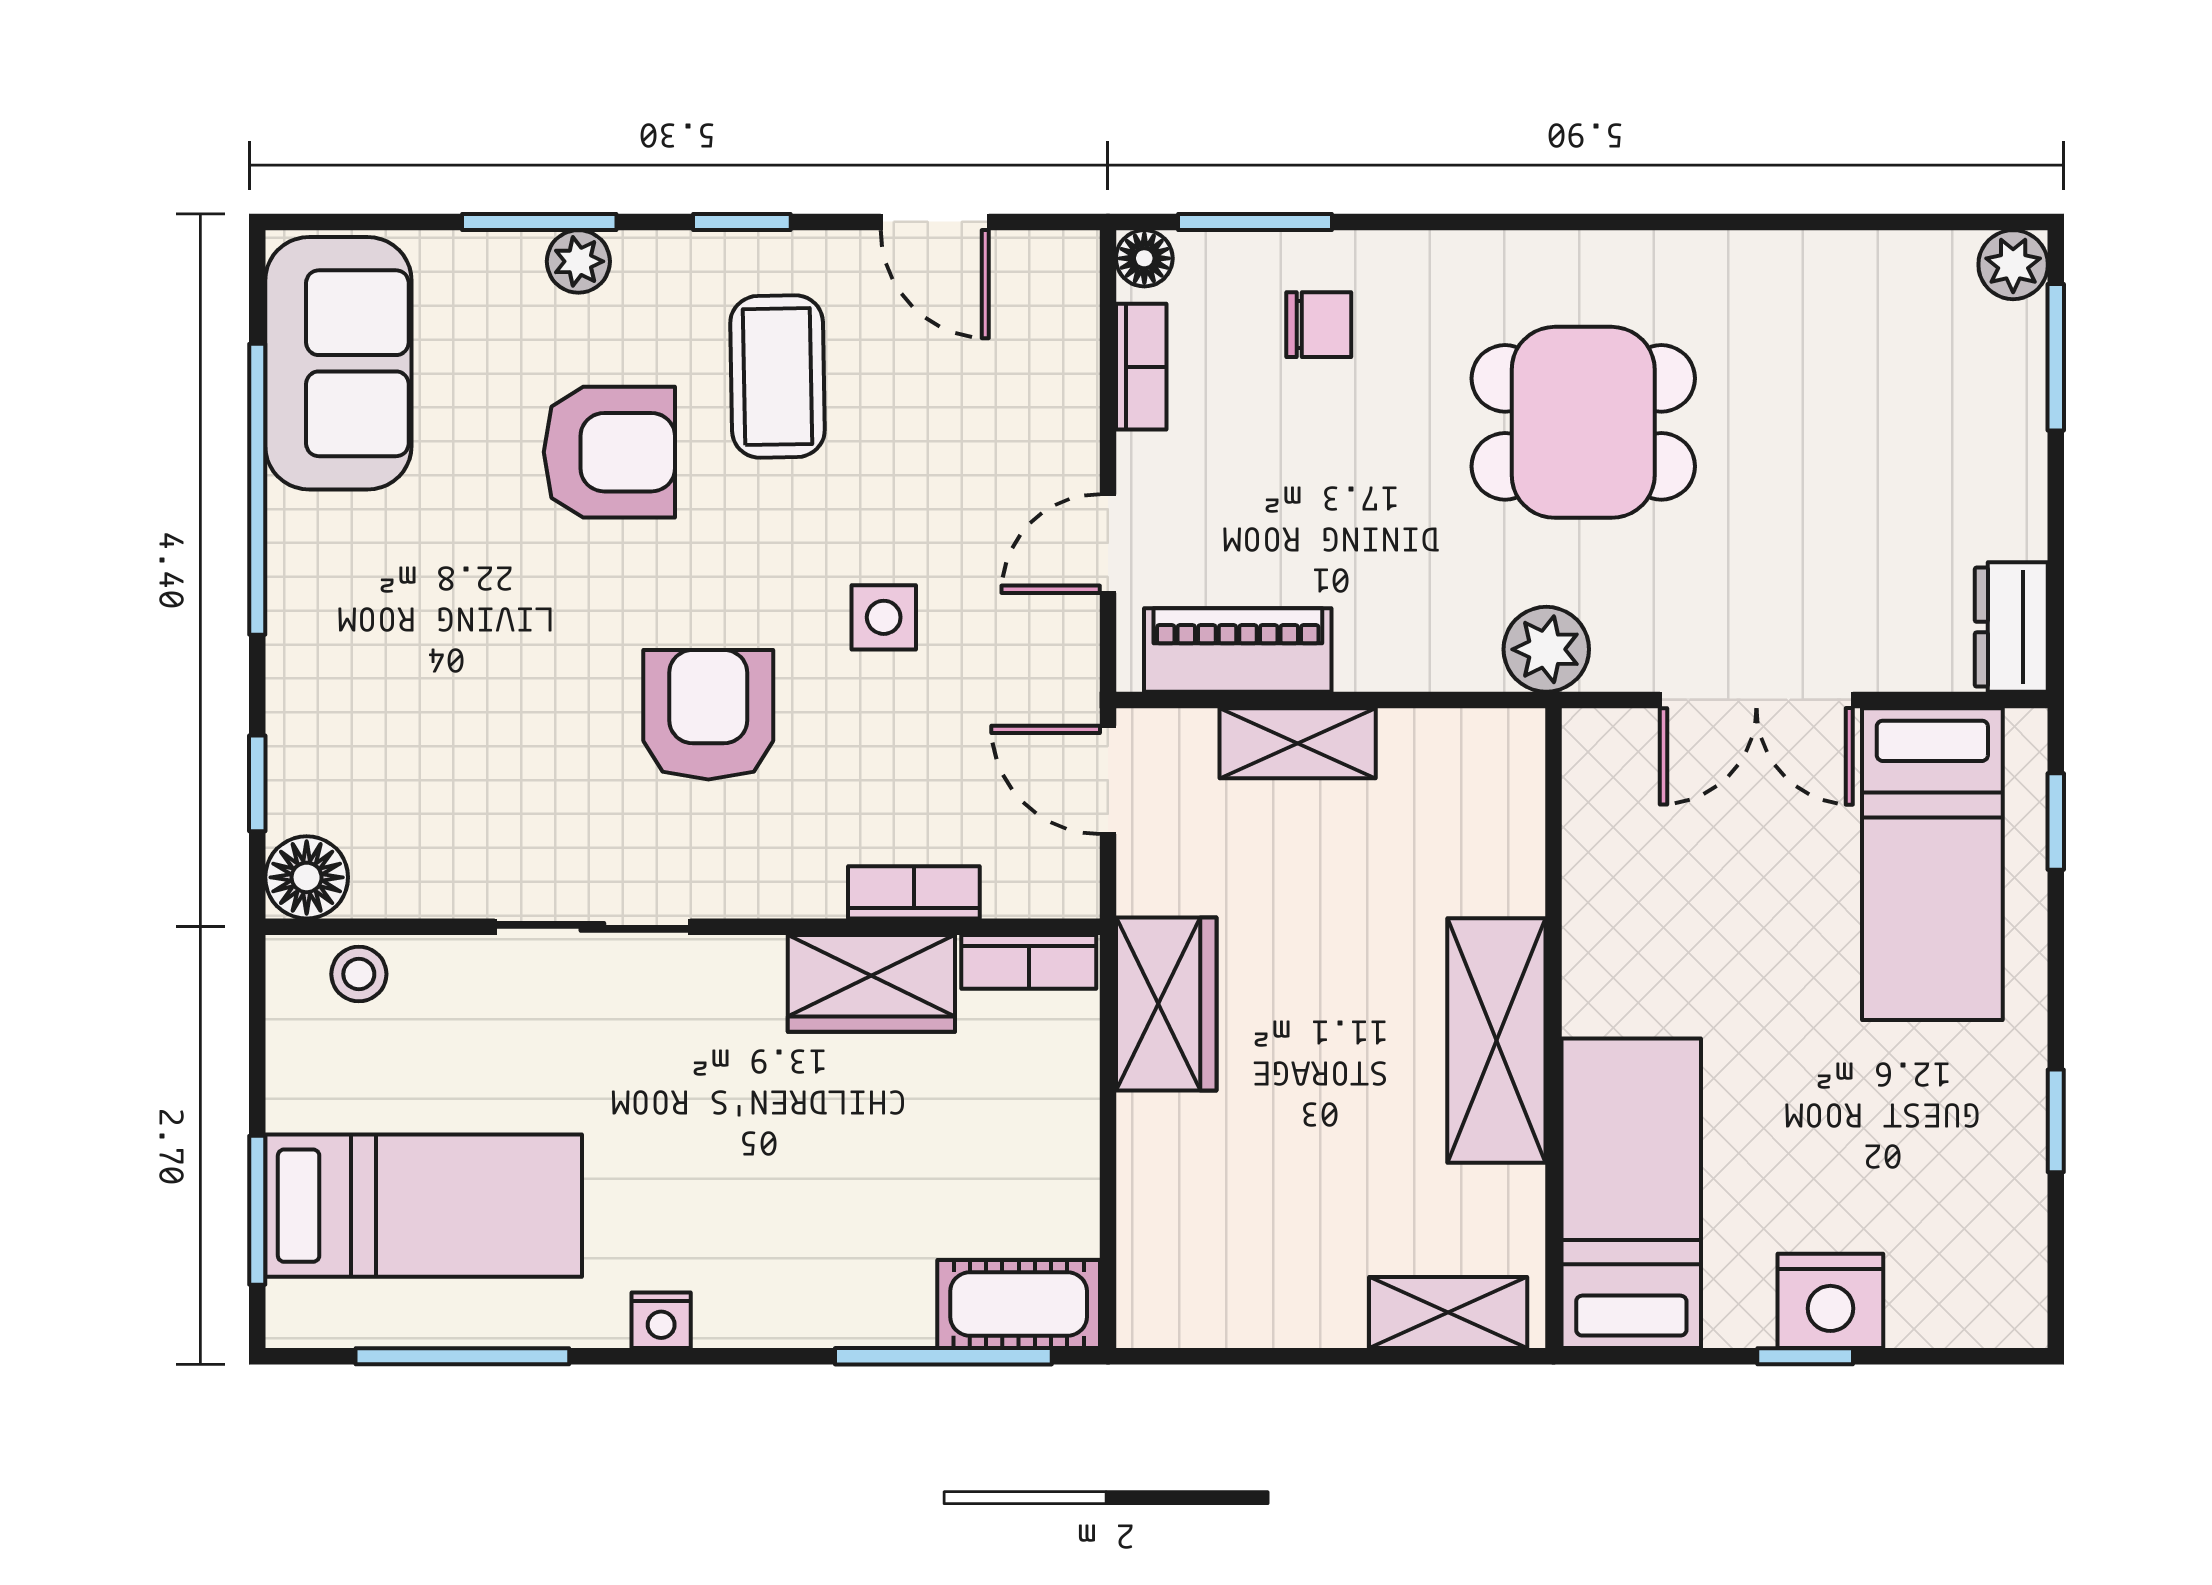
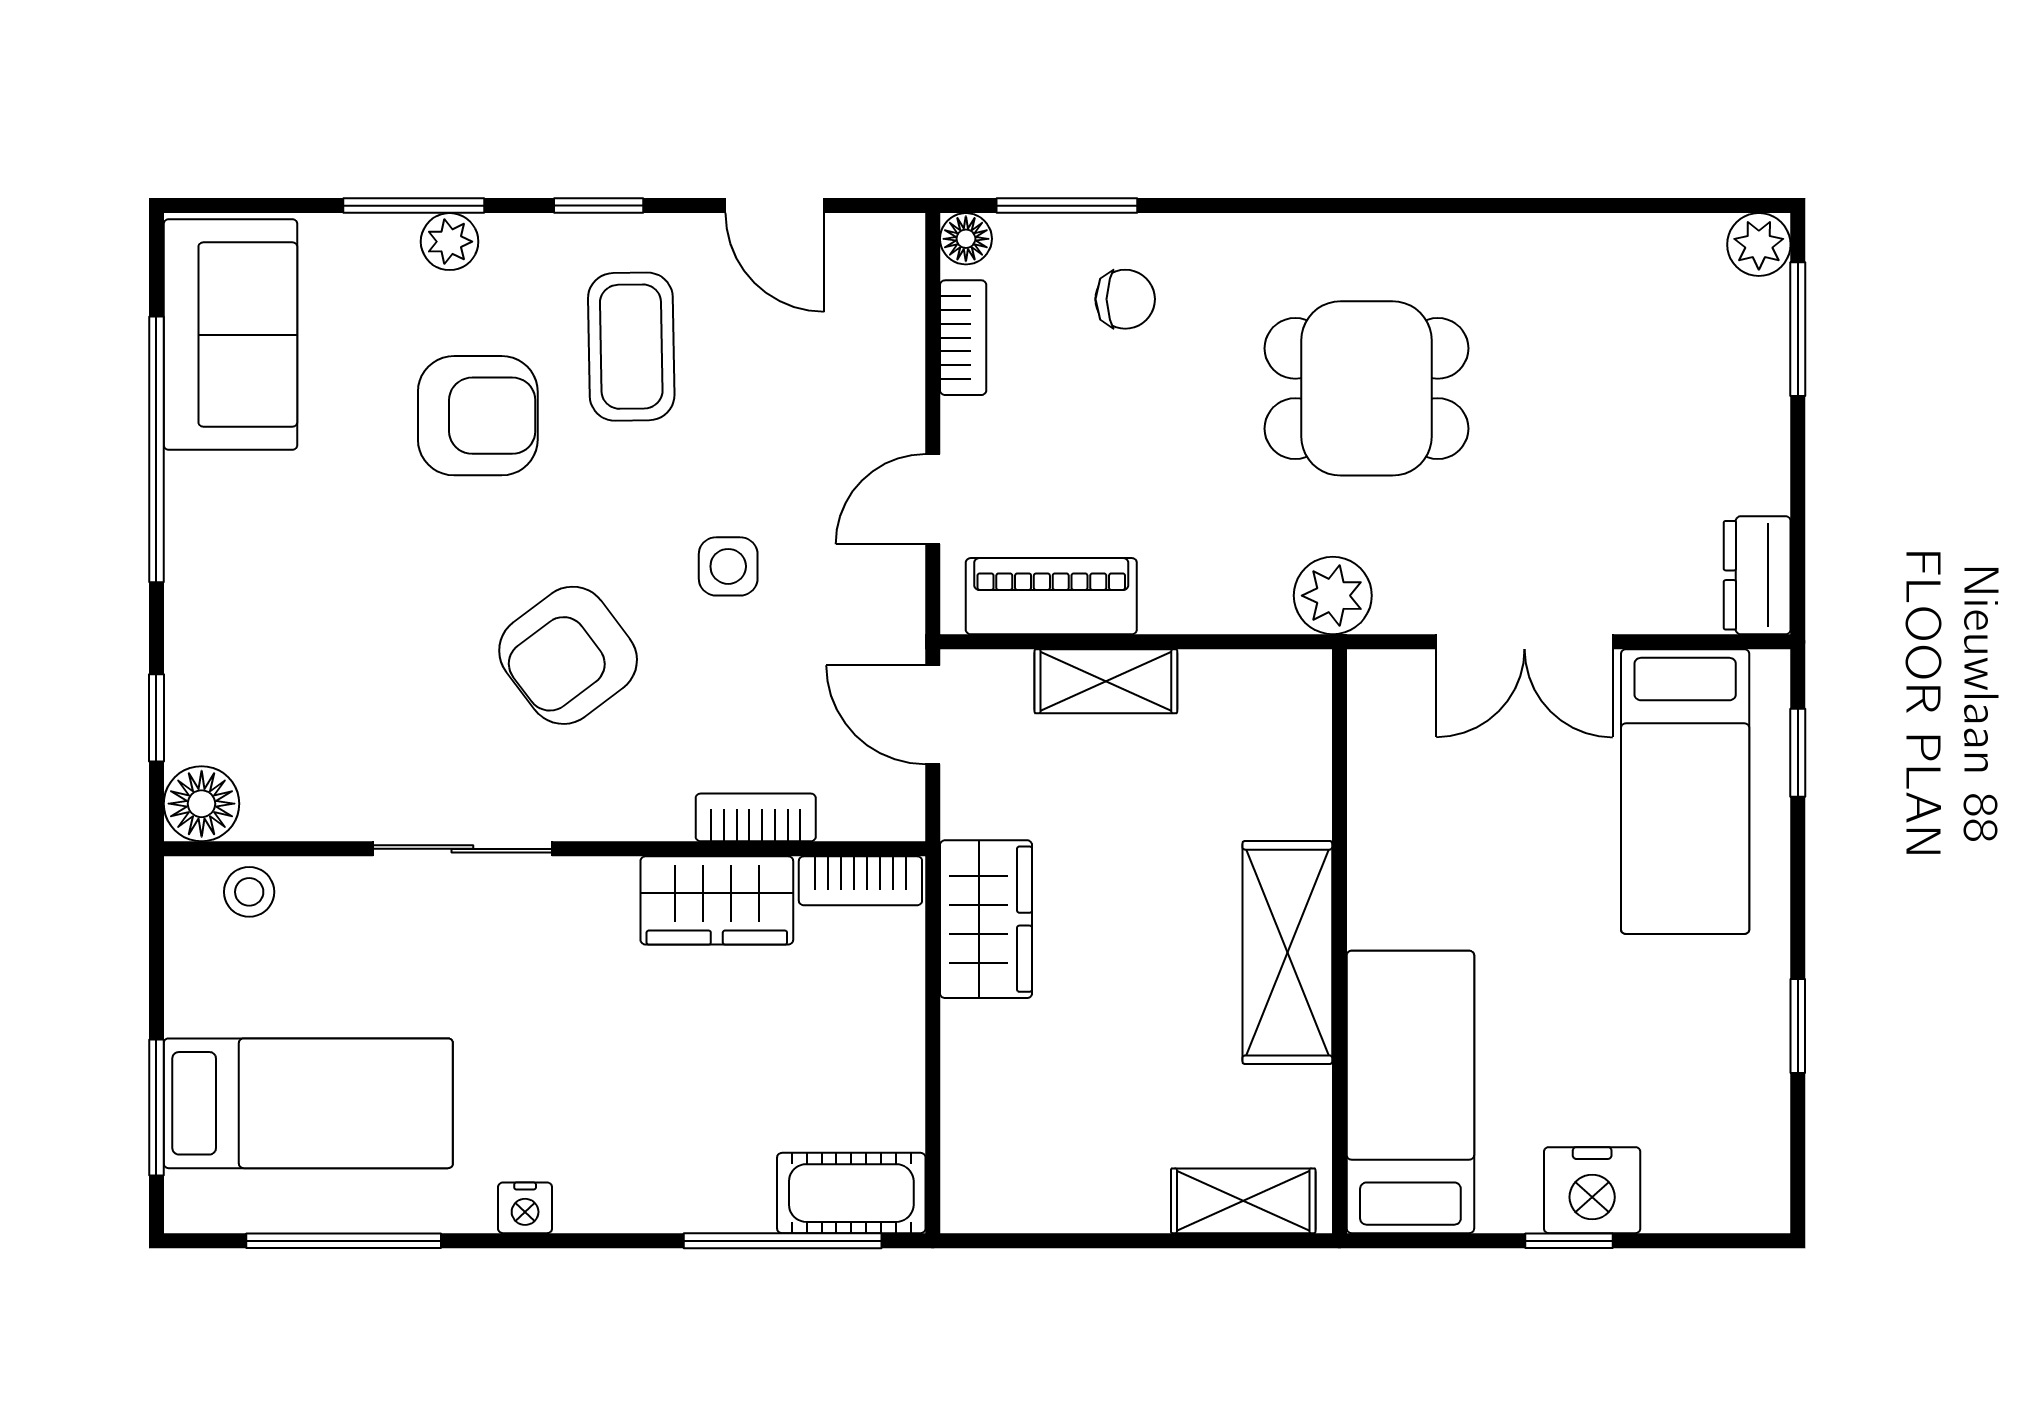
armchair: (708, 715) -> (568, 655), turned -127

